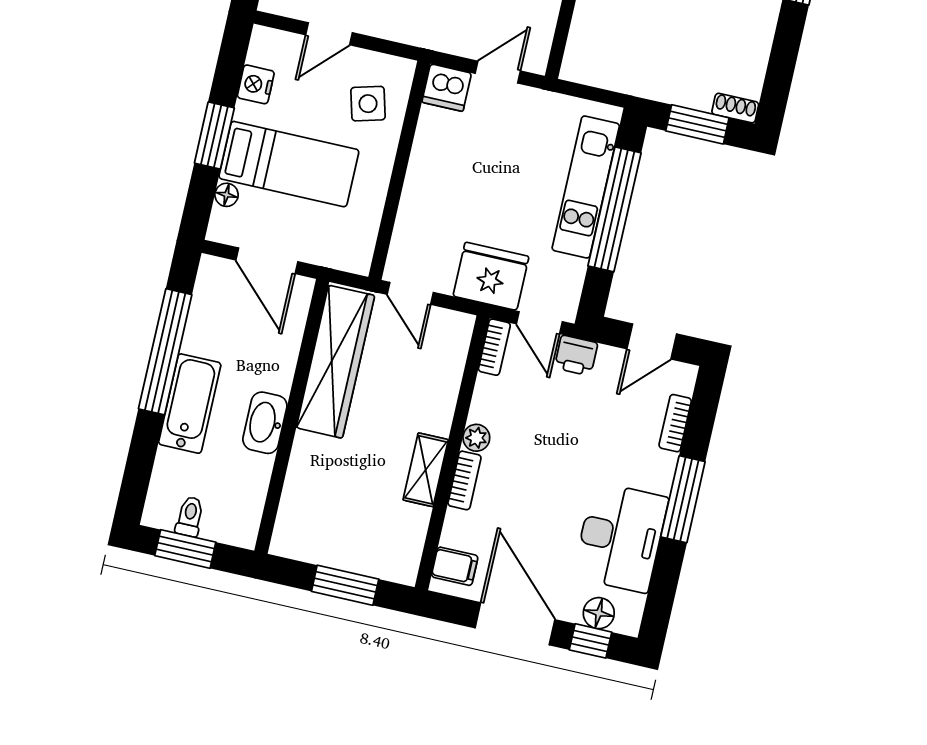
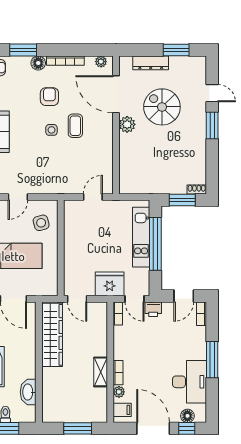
dishwasher: (447, 88) -> (73, 209), removed
washbasin: (265, 423) -> (28, 392), moved
bookcase: (675, 423) -> (202, 314), moved
plant: (476, 438) -> (119, 392), moved

